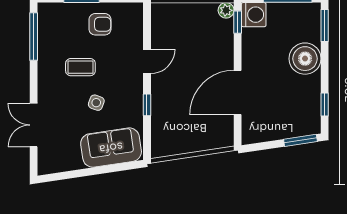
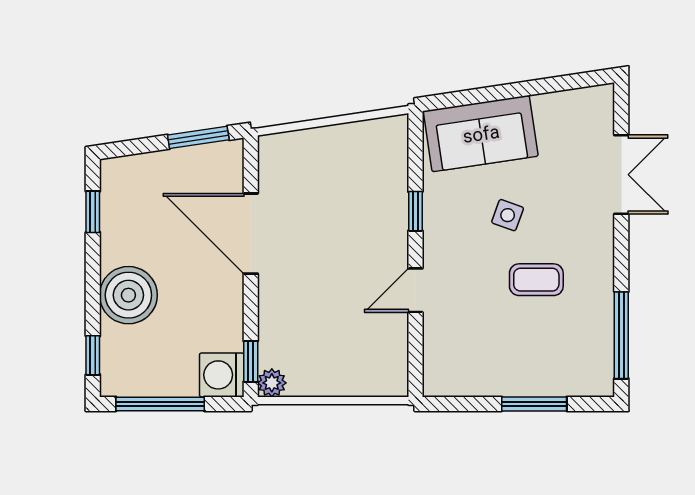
armchair: (100, 24) -> (501, 357), removed
window: (325, 26) -> (93, 355), width x0.67
door: (238, 92) -> (251, 234), swing flipped
window: (300, 140) -> (198, 137), moved

